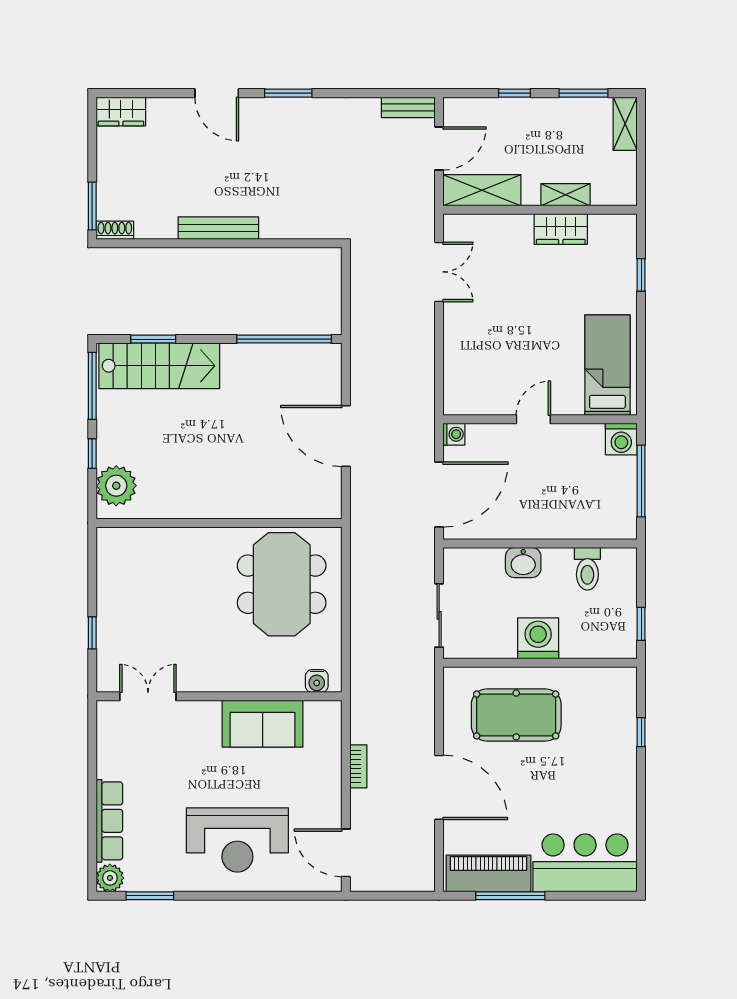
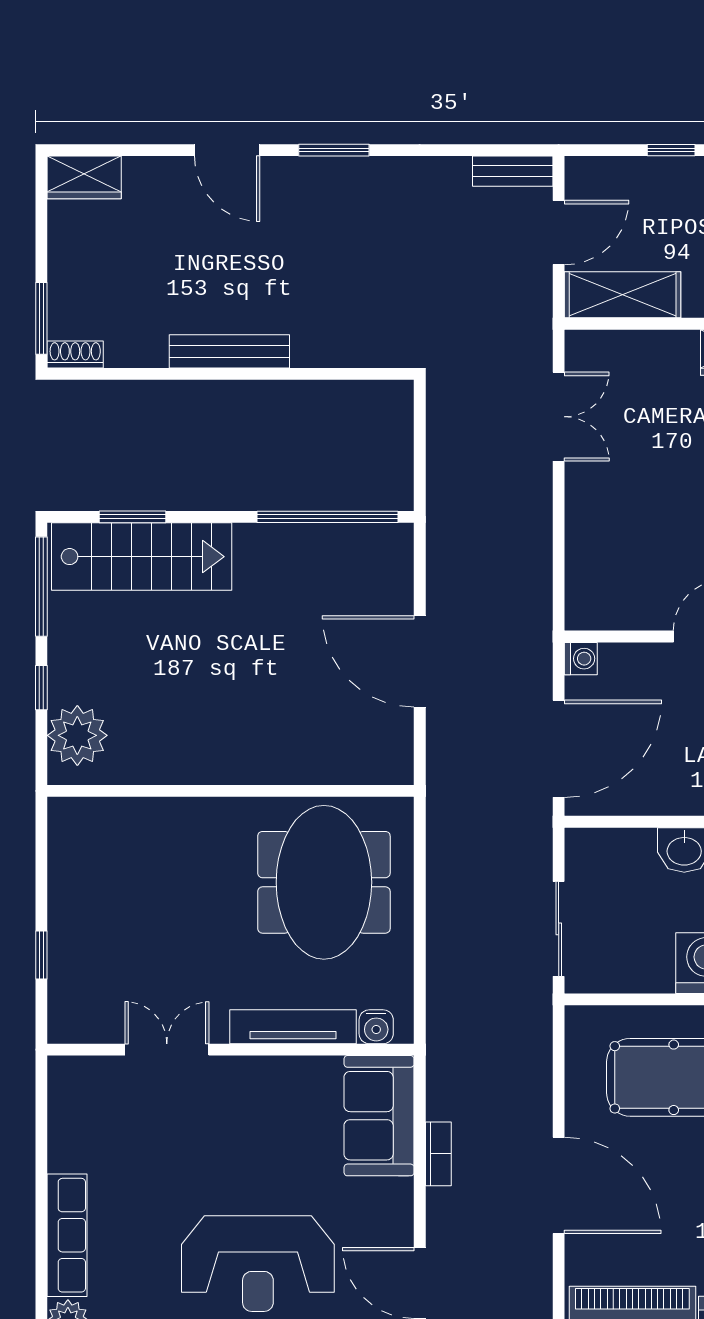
tv unit: (261, 681) -> (293, 1027), added
double door: (148, 696) -> (167, 1050), moved
sofa: (263, 724) -> (379, 1116), moved, turned 90

